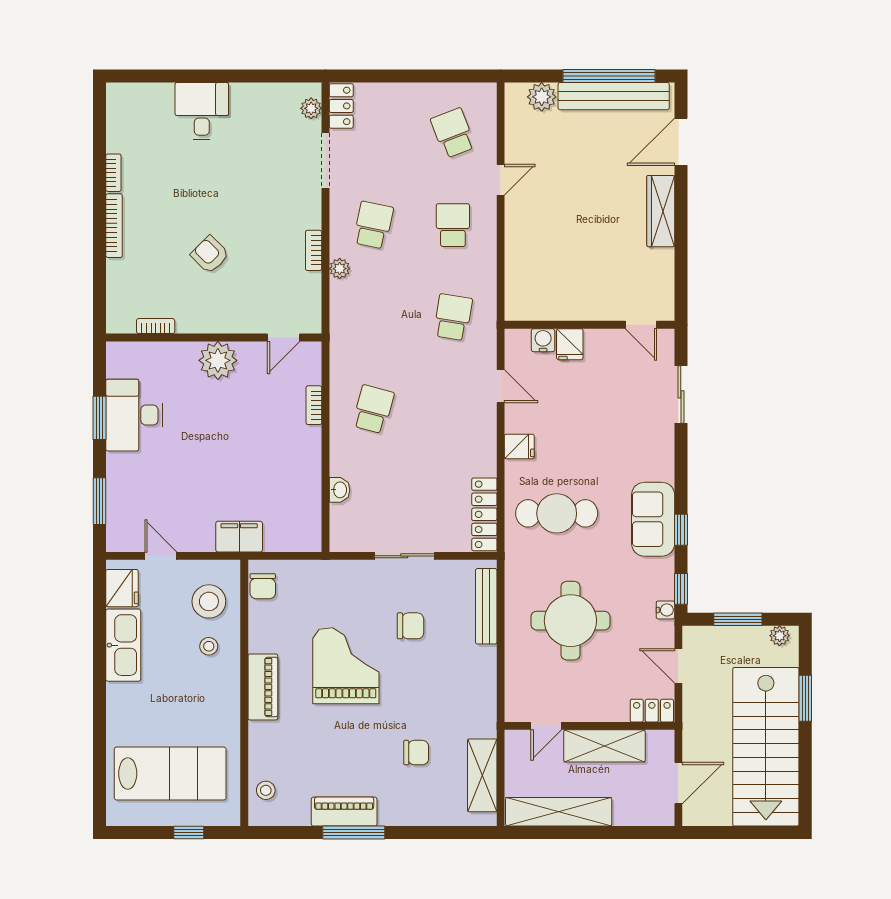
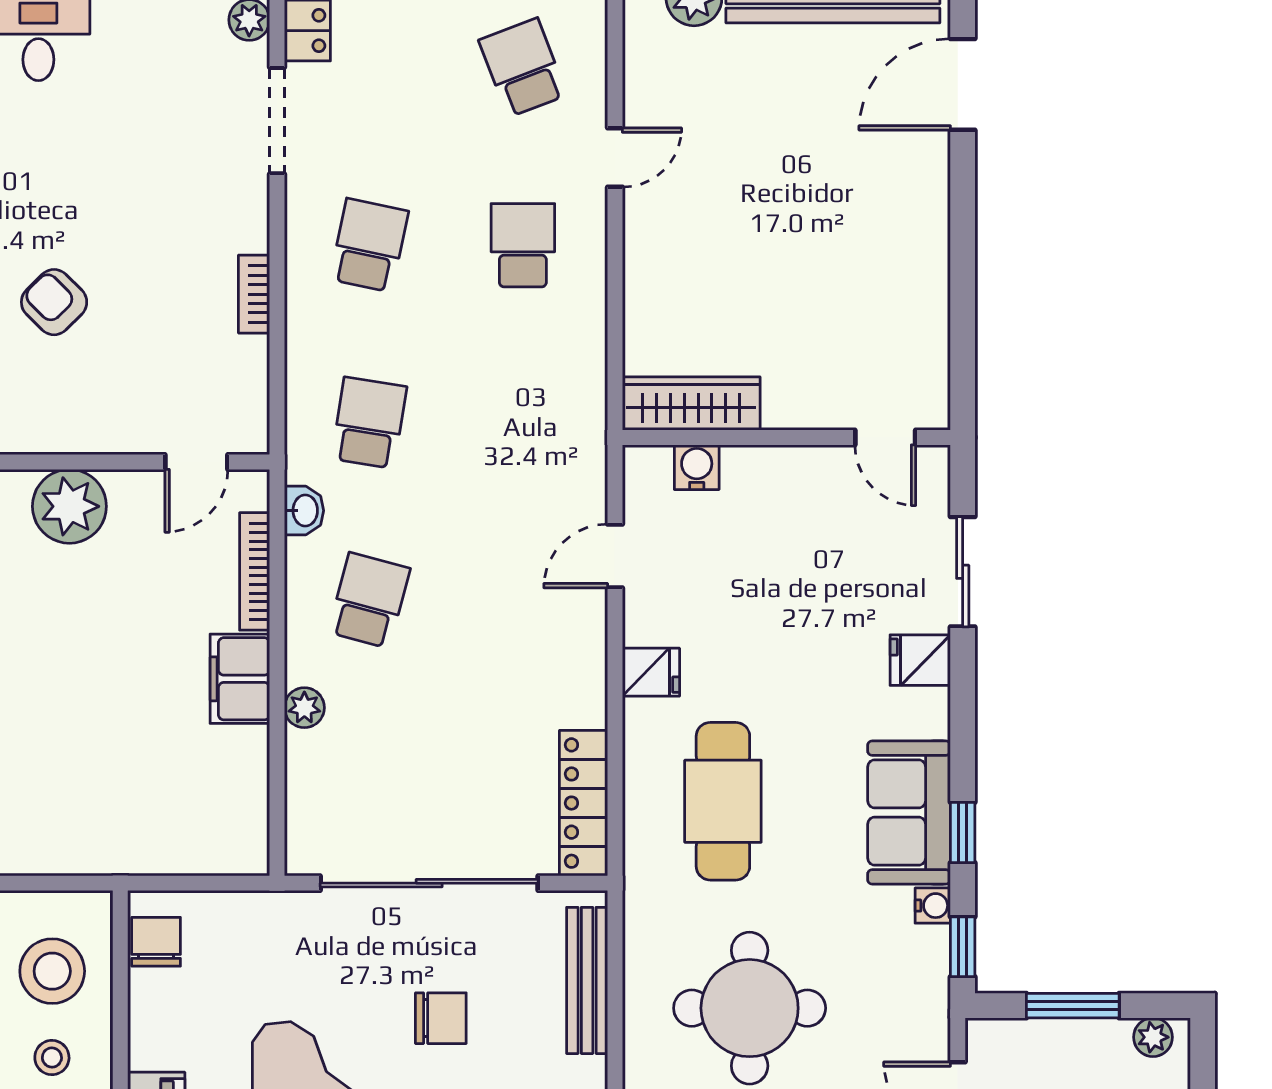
wardrobe: (661, 211) -> (691, 403), moved, turned 90
plant: (340, 269) -> (304, 708), moved
school desk: (453, 317) -> (369, 423), moved
fridge: (570, 344) -> (920, 660), moved, turned 90
door: (501, 386) -> (615, 556), swing flipped
bookcase: (314, 405) -> (255, 571), width x1.56
washbasin: (339, 490) -> (304, 511), moved
cafe table: (557, 513) -> (723, 801), turned 90
filing cabinet: (239, 537) -> (240, 679), moved, turned -90
sliding door: (404, 556) -> (429, 883), width x1.86
chair: (263, 586) -> (156, 942), turned 180
water cooler: (665, 610) -> (933, 906), moved

